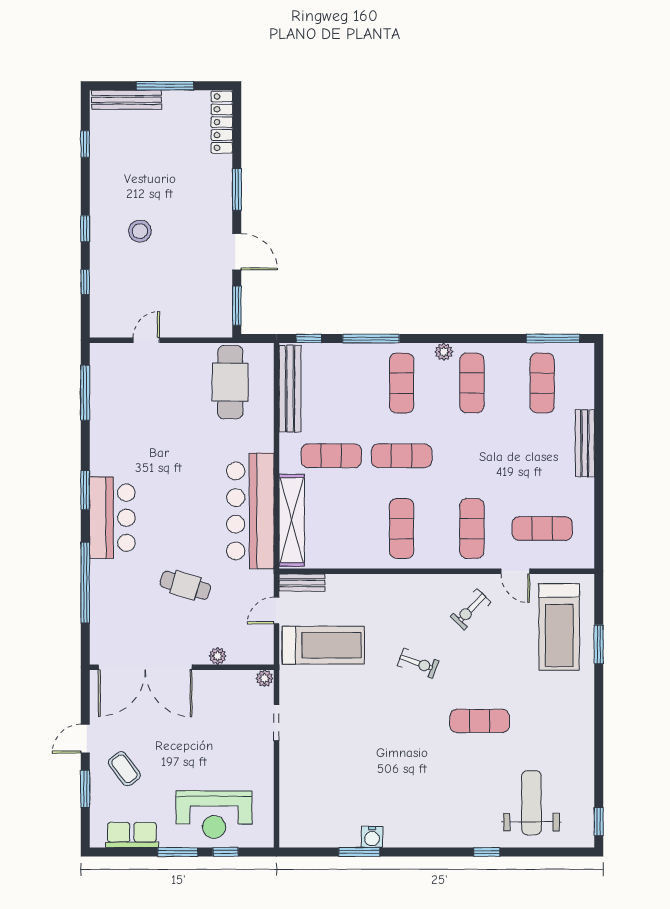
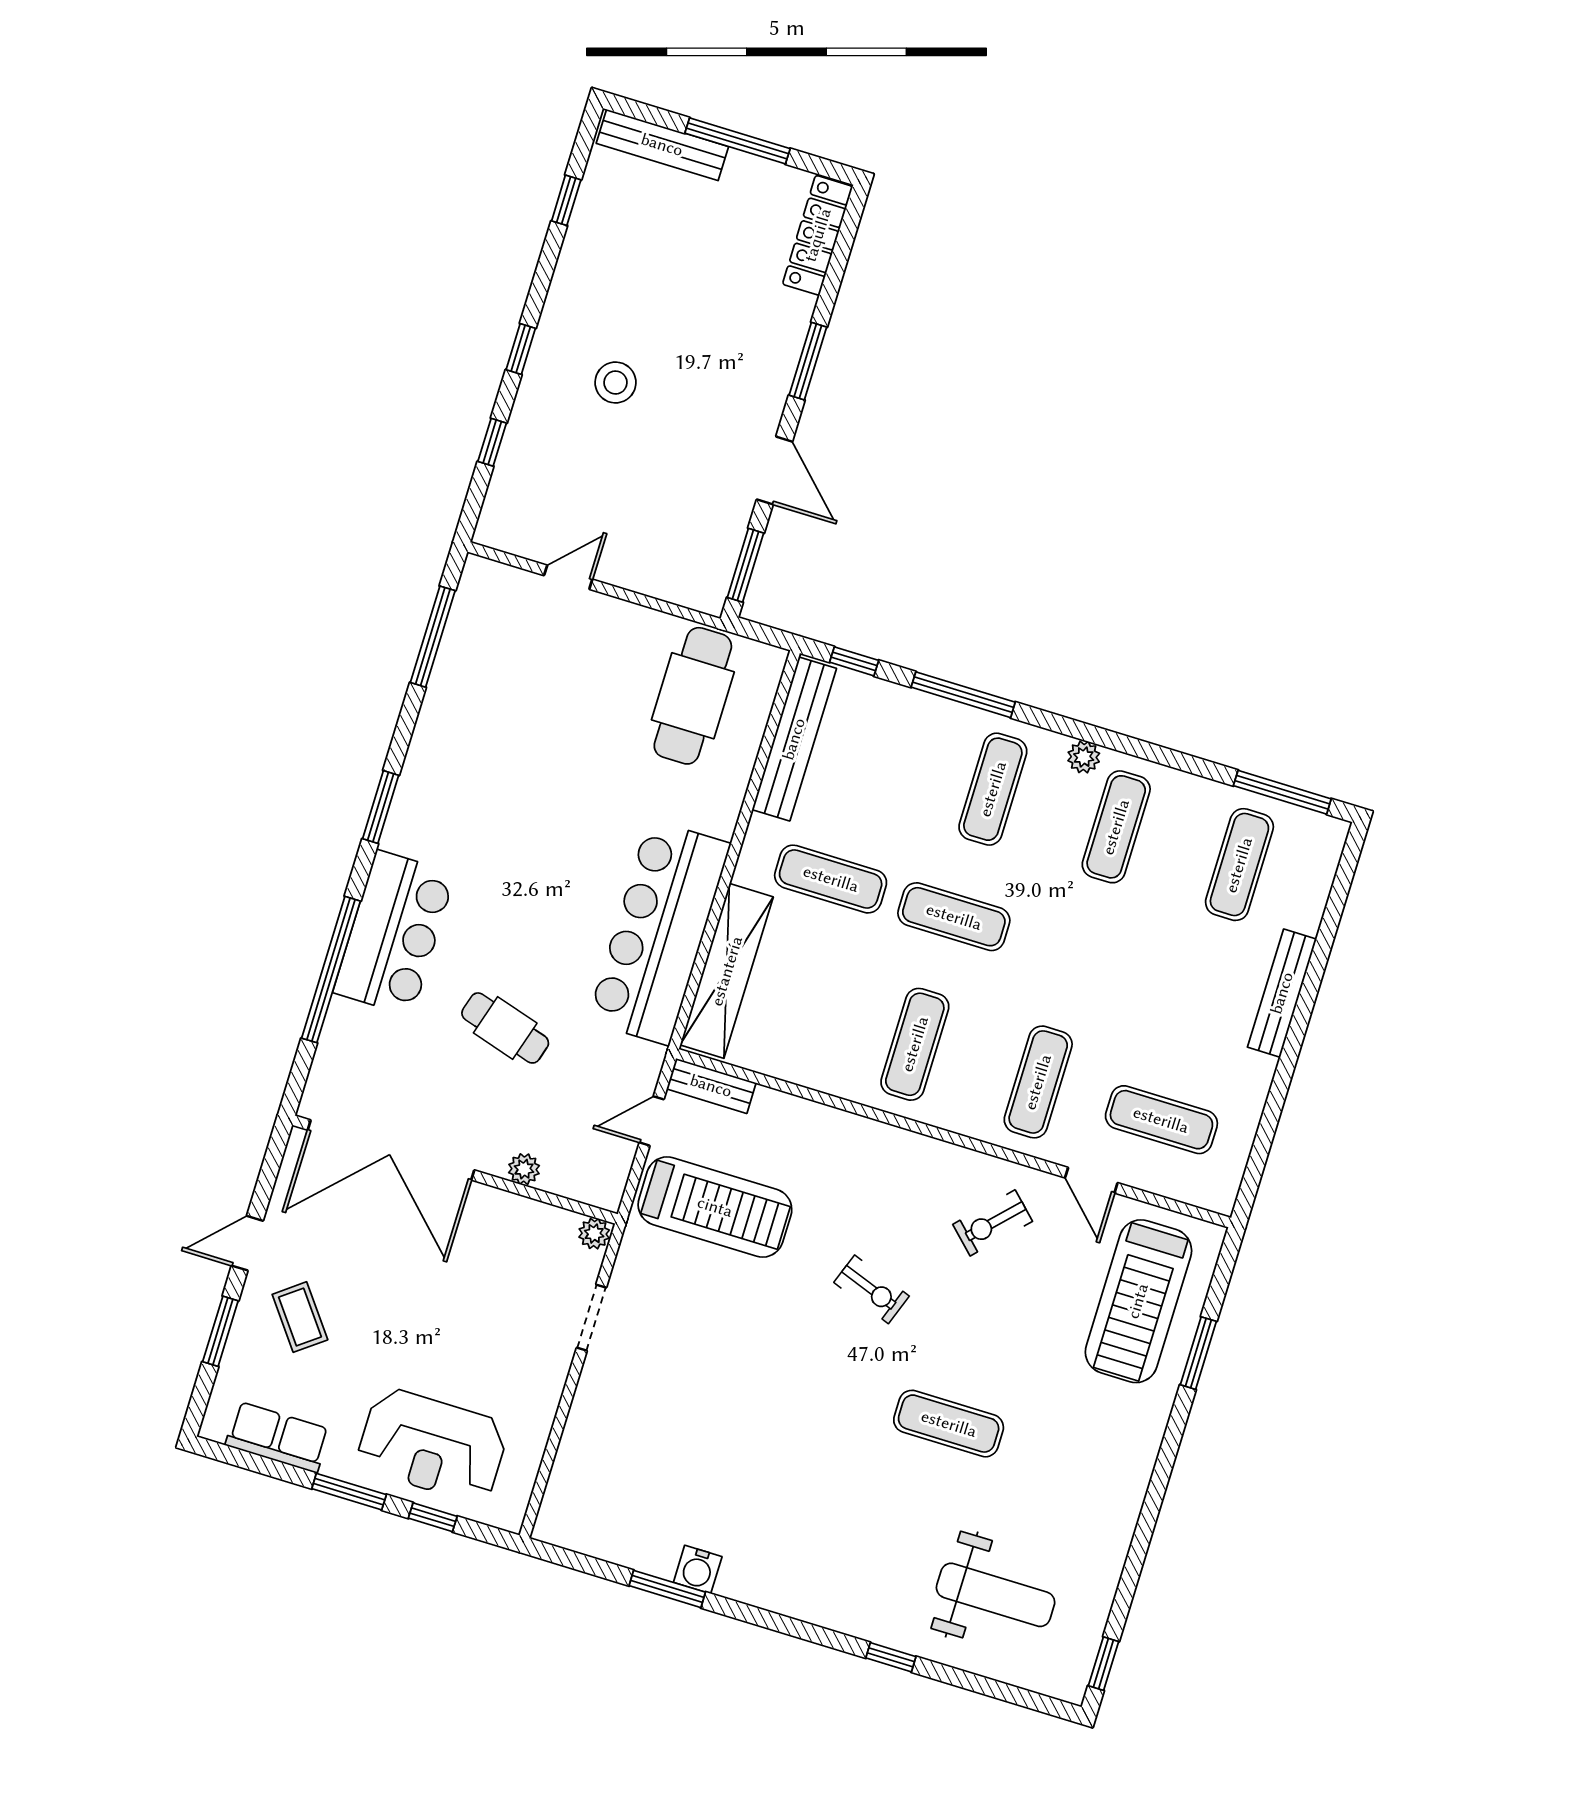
bar counter: (112, 518) -> (394, 933), moved
weight bench: (531, 803) -> (996, 1595), turned 90

